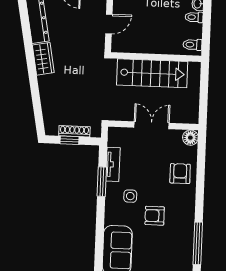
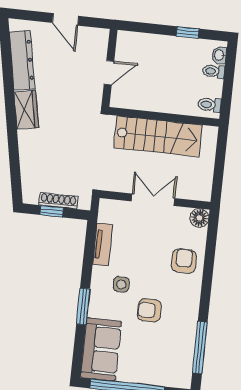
window: (102, 182) -> (83, 306), moved

